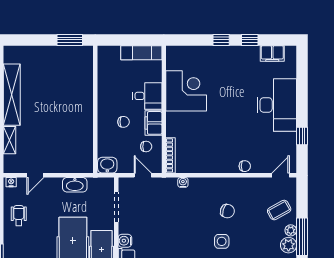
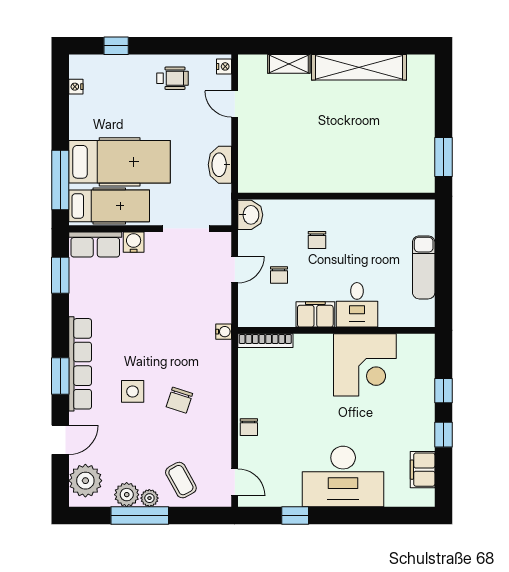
corner desk: (186, 91) -> (365, 365), moved
desk: (147, 96) -> (357, 305), moved
wall: (164, 109) -> (336, 330), moved
filing cabinet: (153, 123) -> (315, 314), moved
bookcase: (171, 155) -> (265, 341), moved

